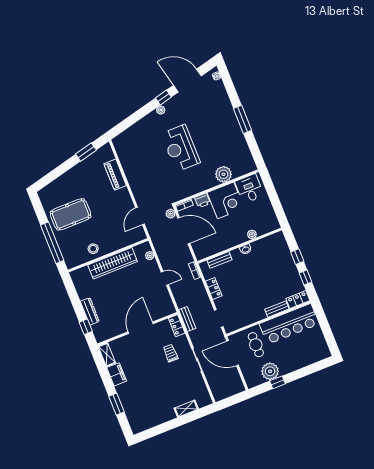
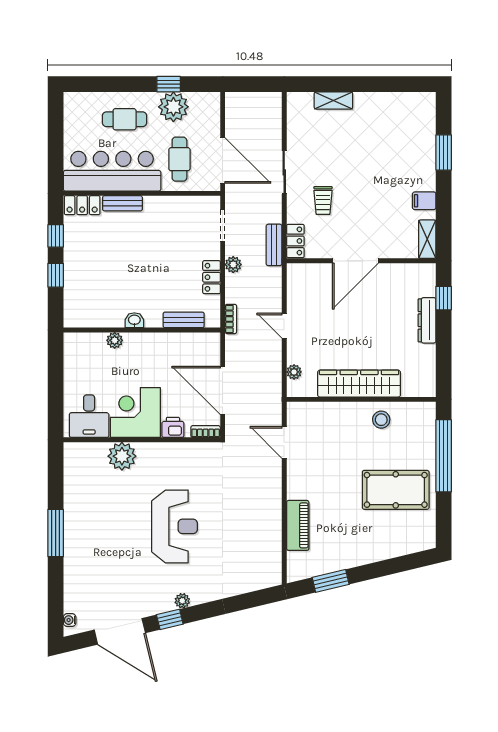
plant: (171, 214) -> (233, 265), moved
door: (140, 216) -> (284, 442), swing flipped
cafe table: (294, 354) -> (125, 119), added
filing cabinet: (117, 374) -> (424, 201), width x0.50

